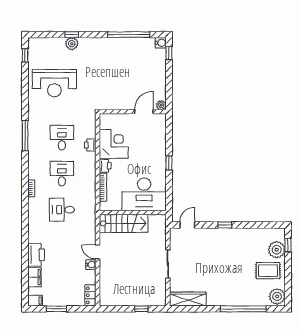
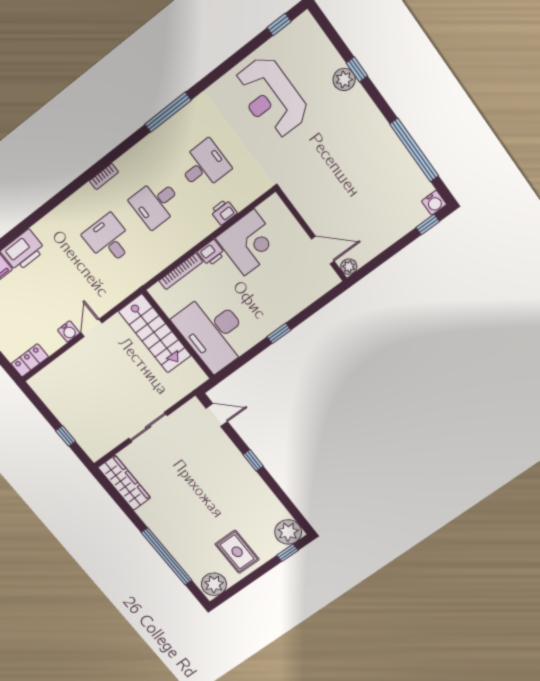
desk: (62, 174) -> (156, 203), turned 180
plant: (277, 250) -> (288, 532), moved

